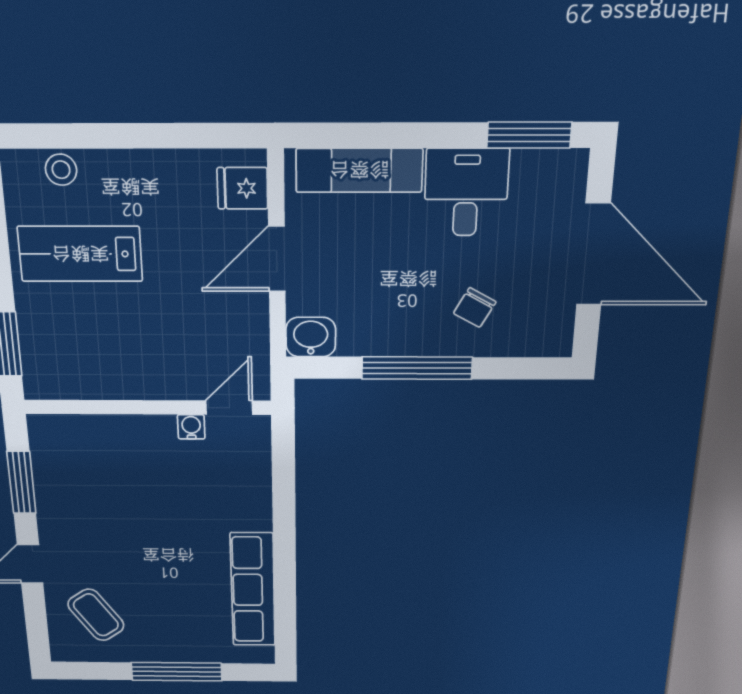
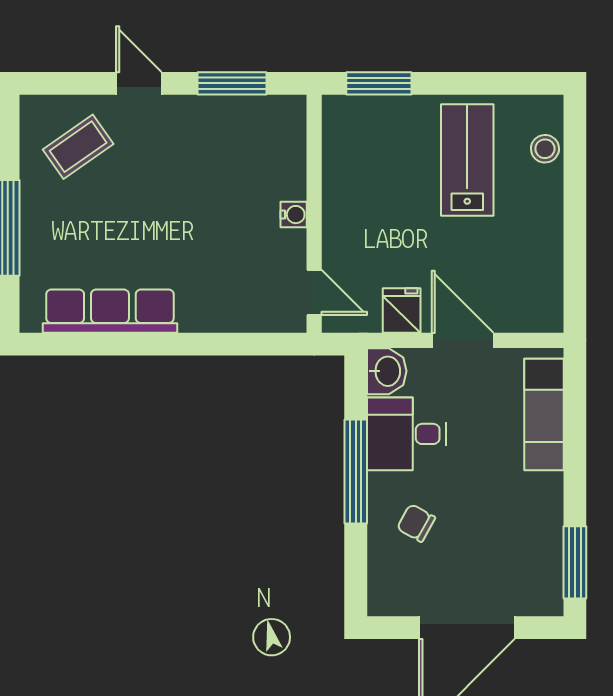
fridge: (242, 188) -> (402, 310), moved
desk: (466, 192) -> (406, 434), moved, turned 180
water cooler: (191, 427) -> (294, 215), moved

